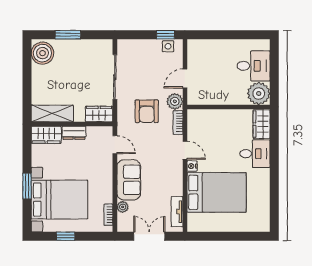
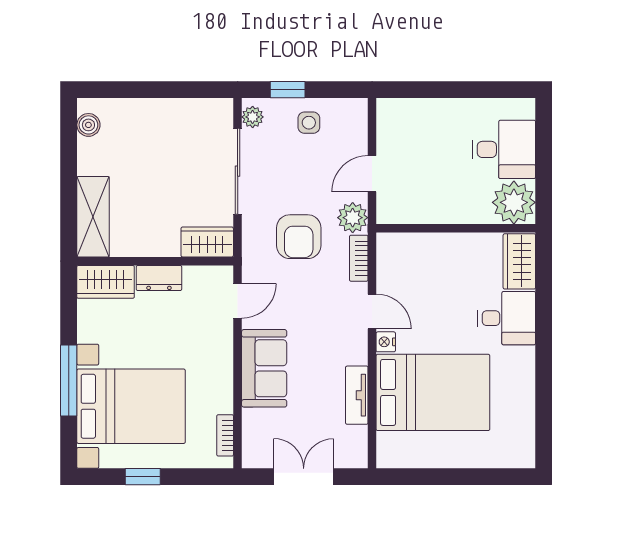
window: (68, 35) -> (147, 90), removed
window: (166, 35) -> (288, 90), moved
side table: (168, 46) -> (309, 123), moved
boiler: (42, 53) -> (88, 125), width x0.54, depth x0.54
shelving: (52, 114) -> (93, 217), moved, turned 90
door: (115, 145) -> (238, 301), hinge flipped
window: (27, 186) -> (69, 380), width x1.44
plant: (123, 207) -> (253, 117), moved
tv unit: (177, 212) -> (357, 395), moved

